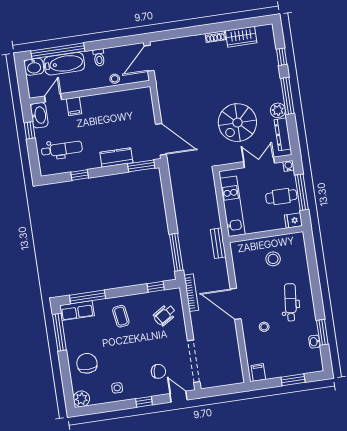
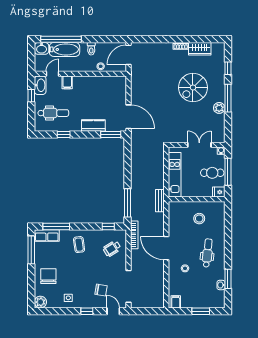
spiral stairs: (237, 123) -> (193, 88), moved
dresser: (283, 134) -> (220, 126), removed

